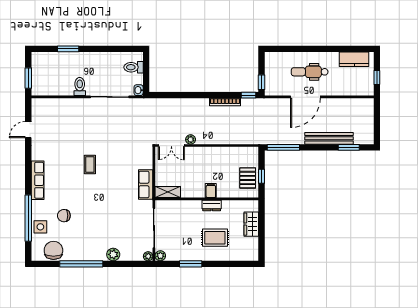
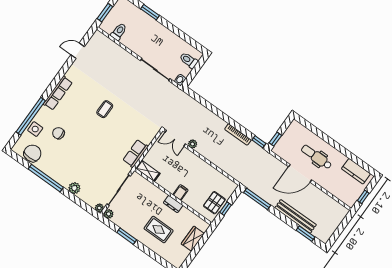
toilet: (80, 86) -> (119, 32), moved

